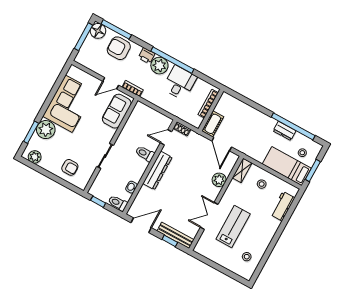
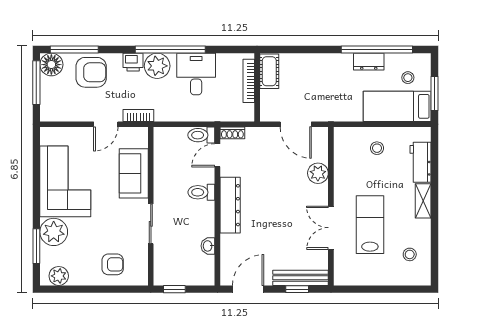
armchair: (119, 48) -> (91, 72), turned 180
sofa: (117, 111) -> (134, 173), moved
cot: (213, 124) -> (269, 71), moved
shelving: (242, 170) -> (423, 201), moved
toilet: (118, 203) -> (201, 135), moved

